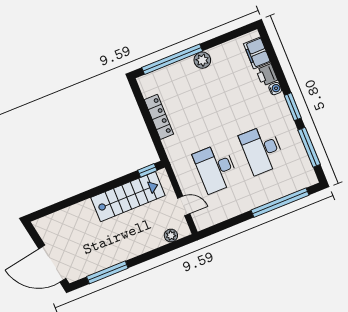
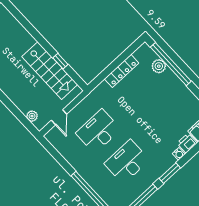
plant: (202, 60) -> (159, 66), moved
window: (147, 170) -> (60, 61), moved

